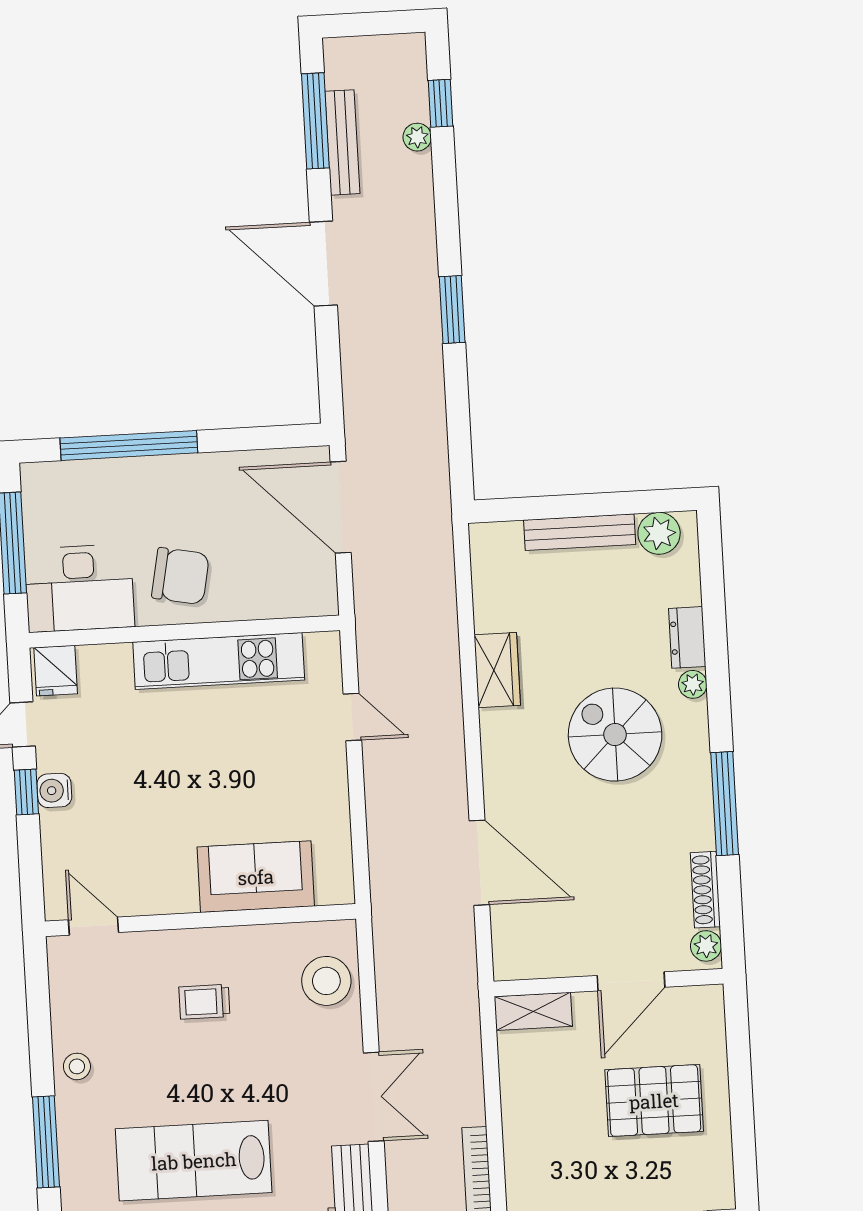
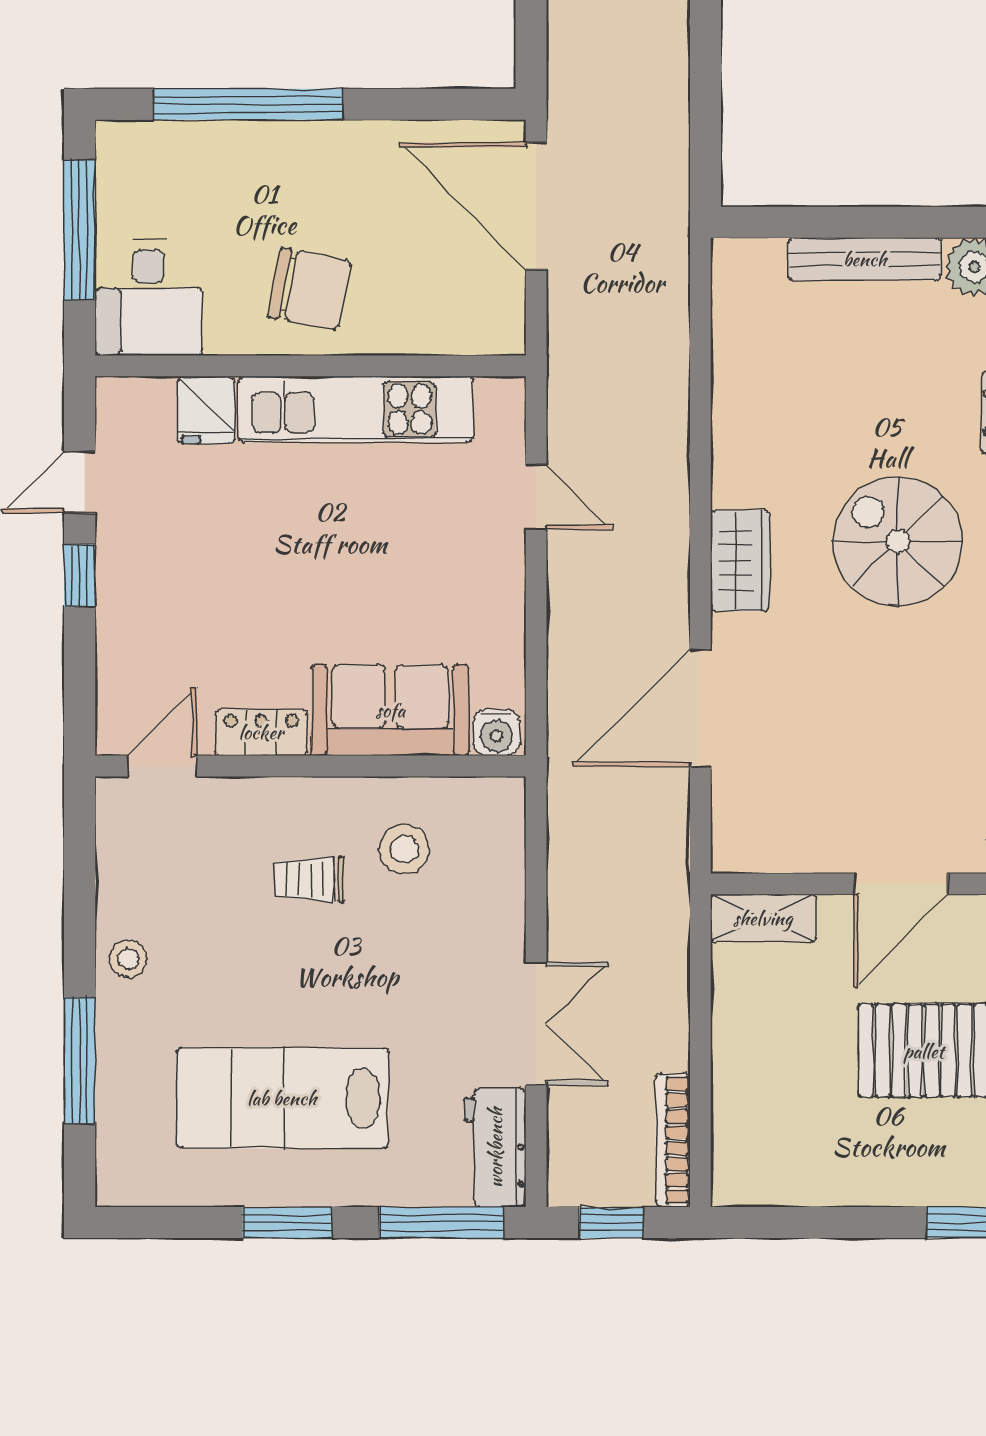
desk: (79, 588) -> (149, 298), width x0.73
wardrobe: (497, 670) -> (740, 561), moved
fridge: (56, 671) -> (206, 410), moved
water cooler: (54, 790) -> (497, 732), moved, turned -90
door: (479, 863) -> (700, 708), swing flipped
locker: (164, 898) -> (261, 732), added
door: (93, 926) -> (162, 766), hinge flipped
stool: (326, 981) -> (404, 849), moved, width x0.73, depth x0.73

